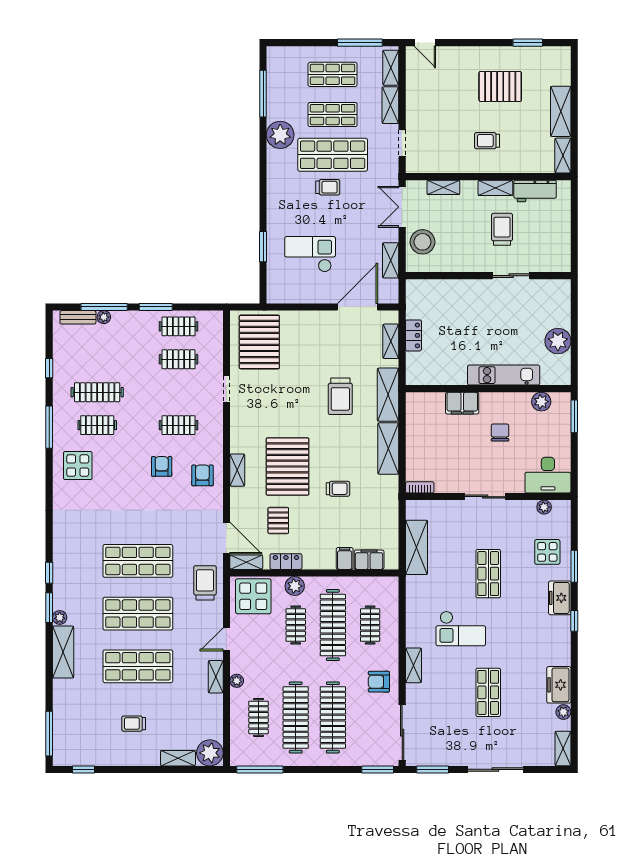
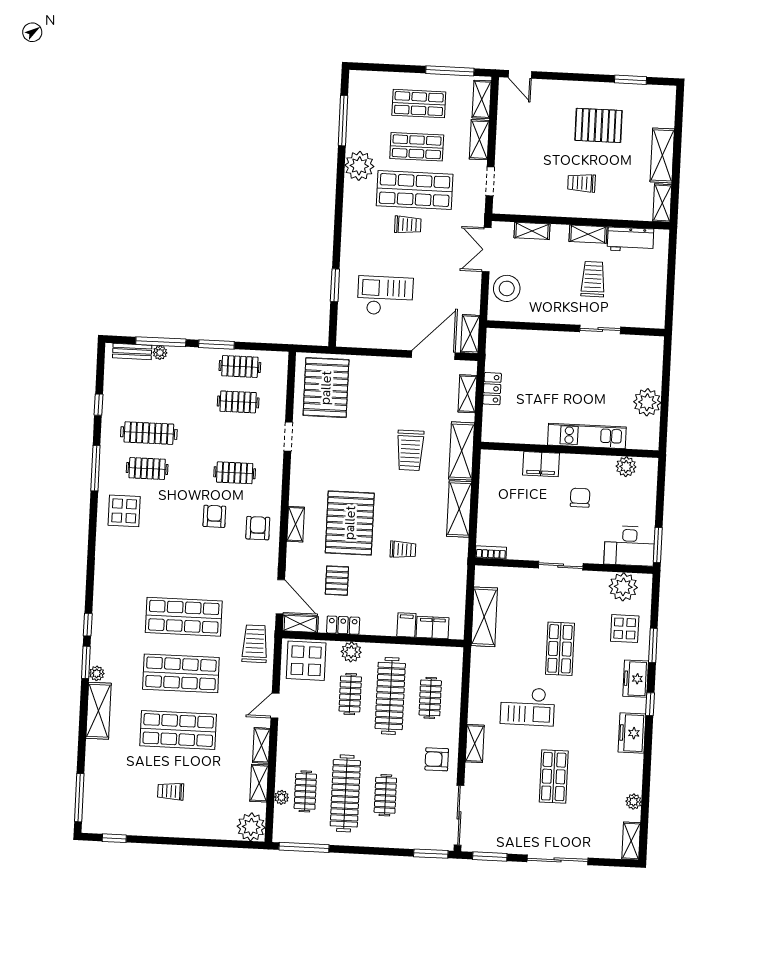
shelving: (391, 260) -> (470, 334), moved
window: (574, 416) -> (658, 545), moved
plant: (544, 507) -> (623, 587), width x1.87, depth x1.87
plant: (237, 681) -> (282, 797), moved
freezer: (559, 685) -> (632, 733), moved
clothes rail: (333, 717) -> (385, 795), width x0.54, depth x0.76
shelving: (178, 758) -> (259, 783), moved, turned 90

